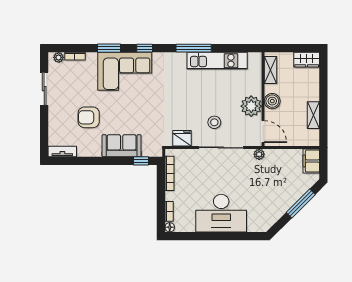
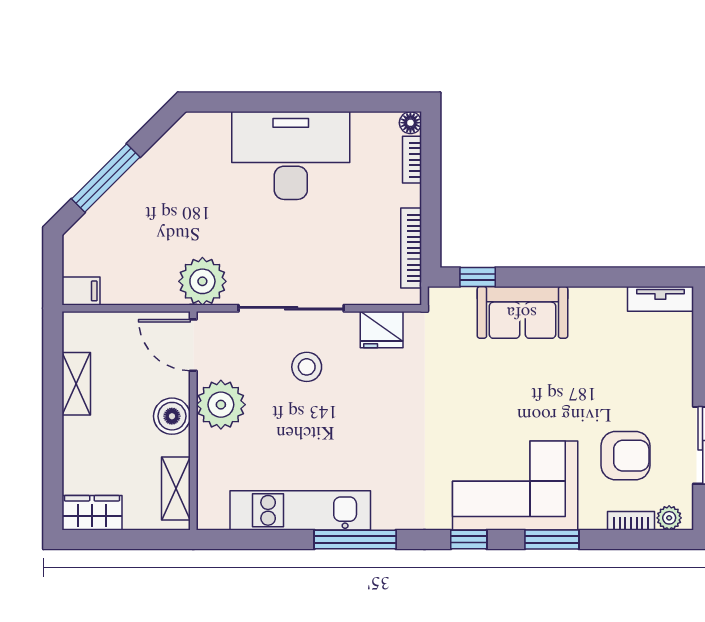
armchair: (89, 117) -> (625, 456), moved
plant: (259, 154) -> (202, 281), width x1.88, depth x1.88
filing cabinet: (311, 161) -> (81, 291), width x0.50

